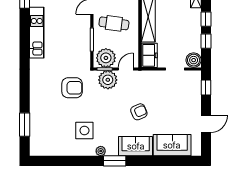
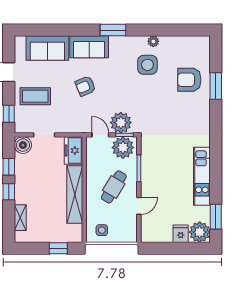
cafe table: (114, 23) -> (114, 187), turned -67
door: (126, 69) -> (100, 135), swing flipped
armchair: (72, 88) -> (189, 80), moved
coffee table: (183, 103) -> (35, 96), added
window: (25, 125) -> (216, 86), moved
plant: (101, 151) -> (153, 41), moved

